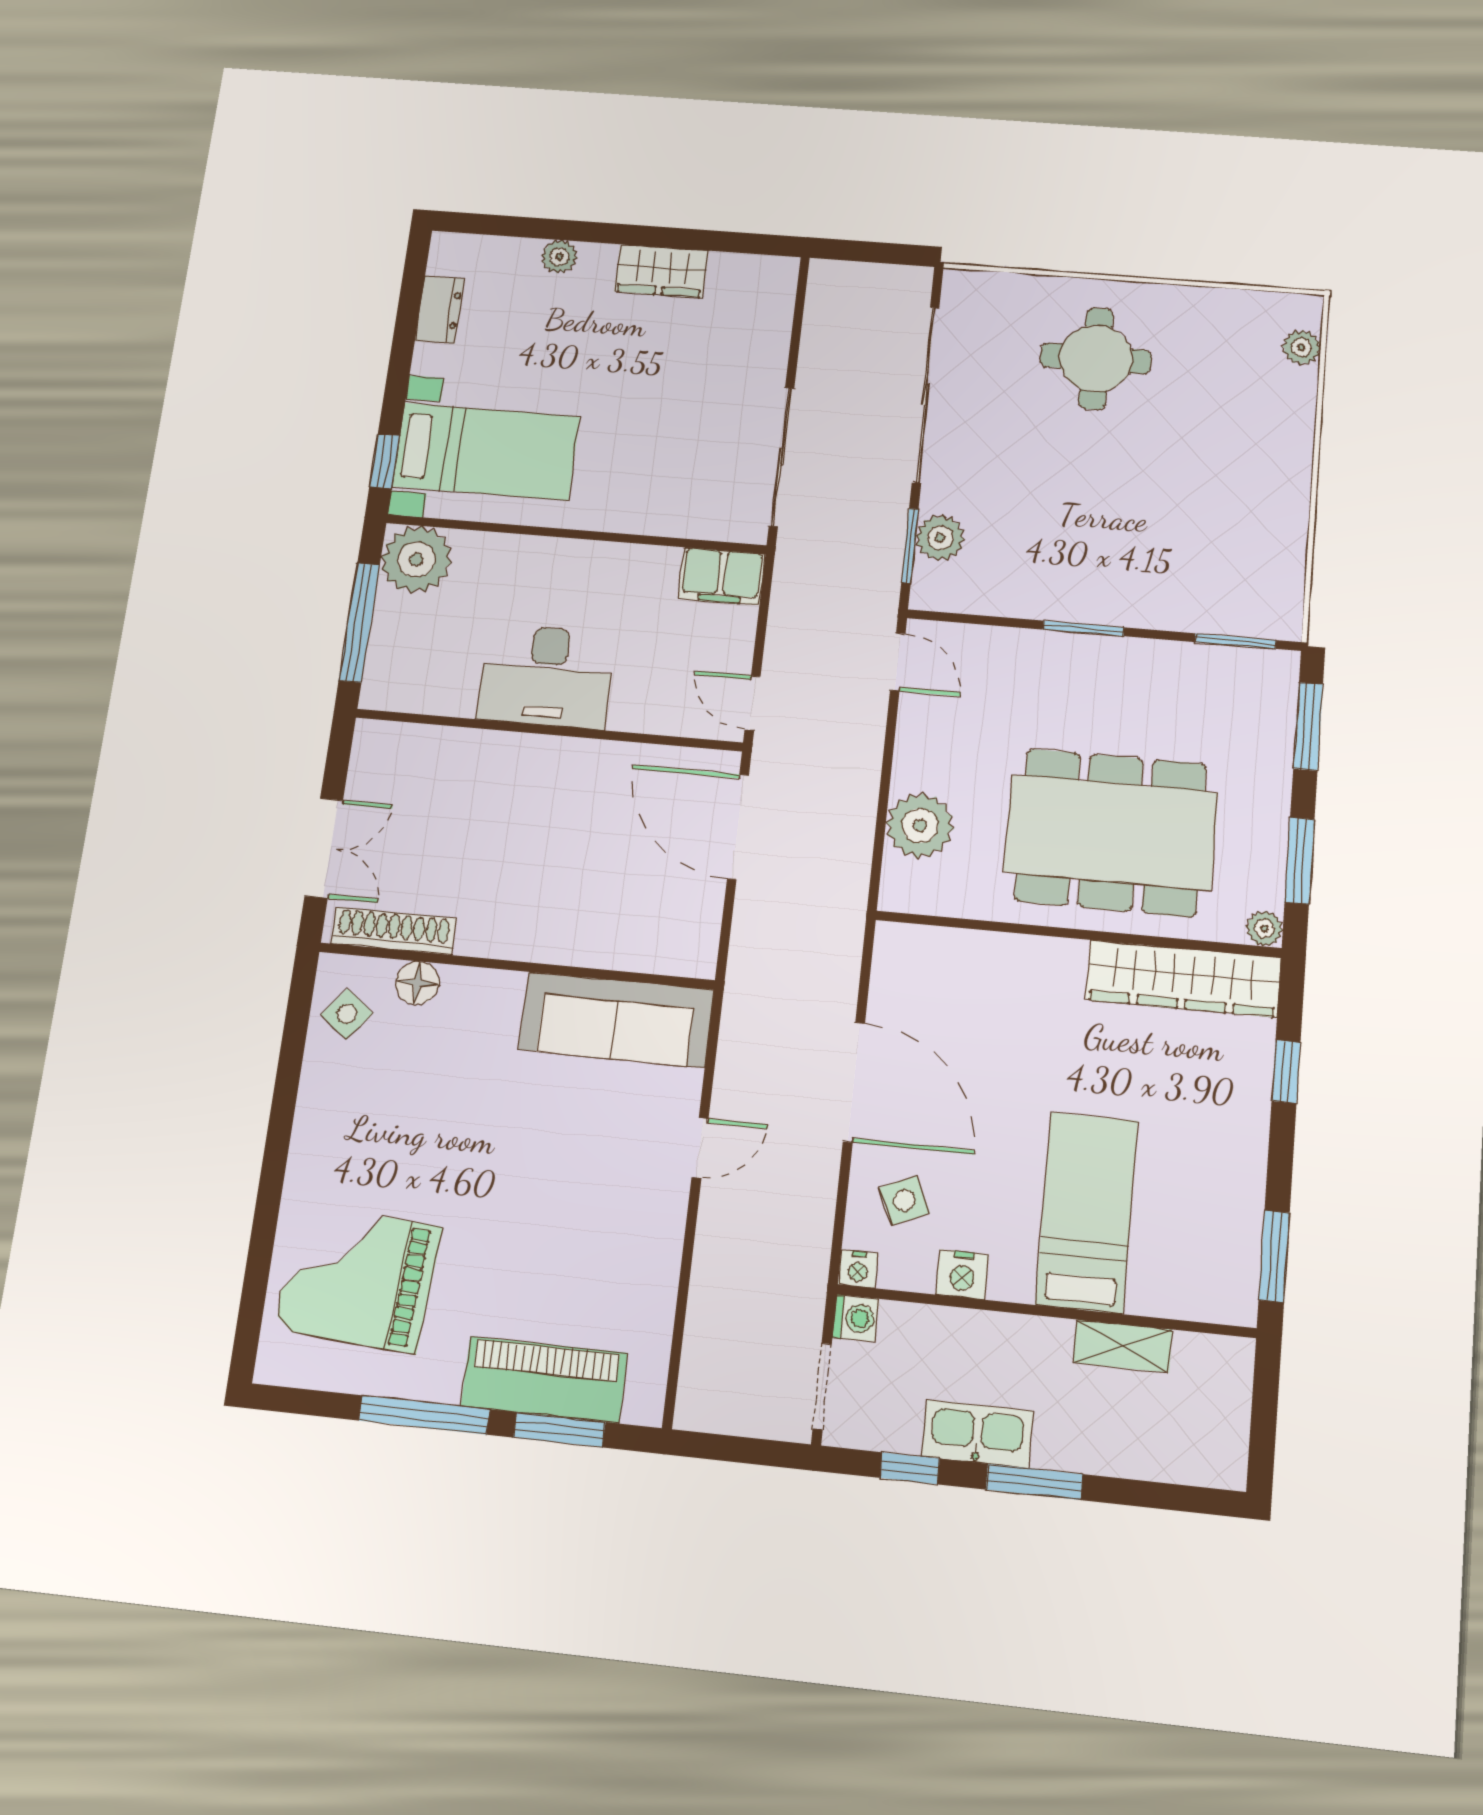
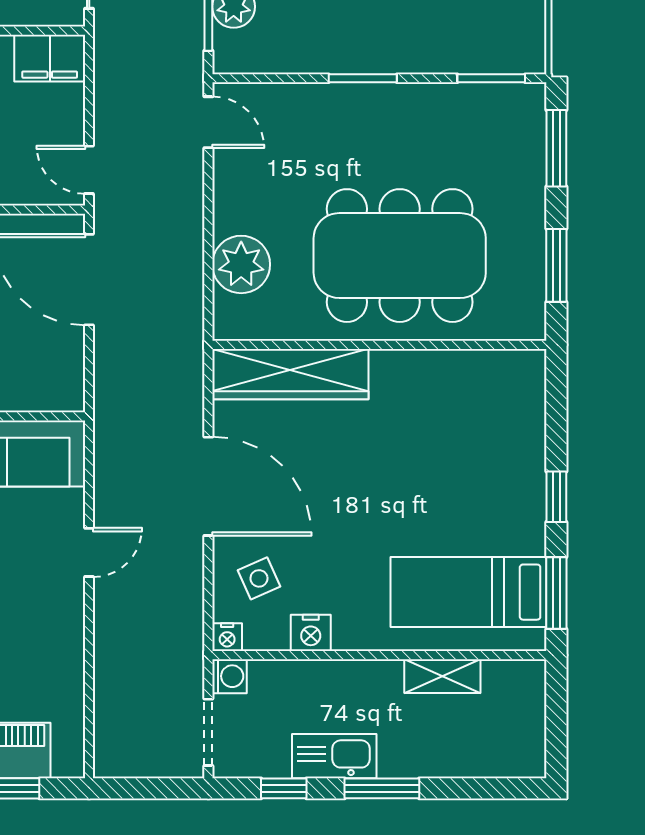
plant: (1264, 929) -> (531, 326), removed
wardrobe: (1183, 979) -> (290, 374), moved
window: (1286, 1072) -> (556, 497), moved
bed: (1087, 1212) -> (469, 592), moved, turned -90

